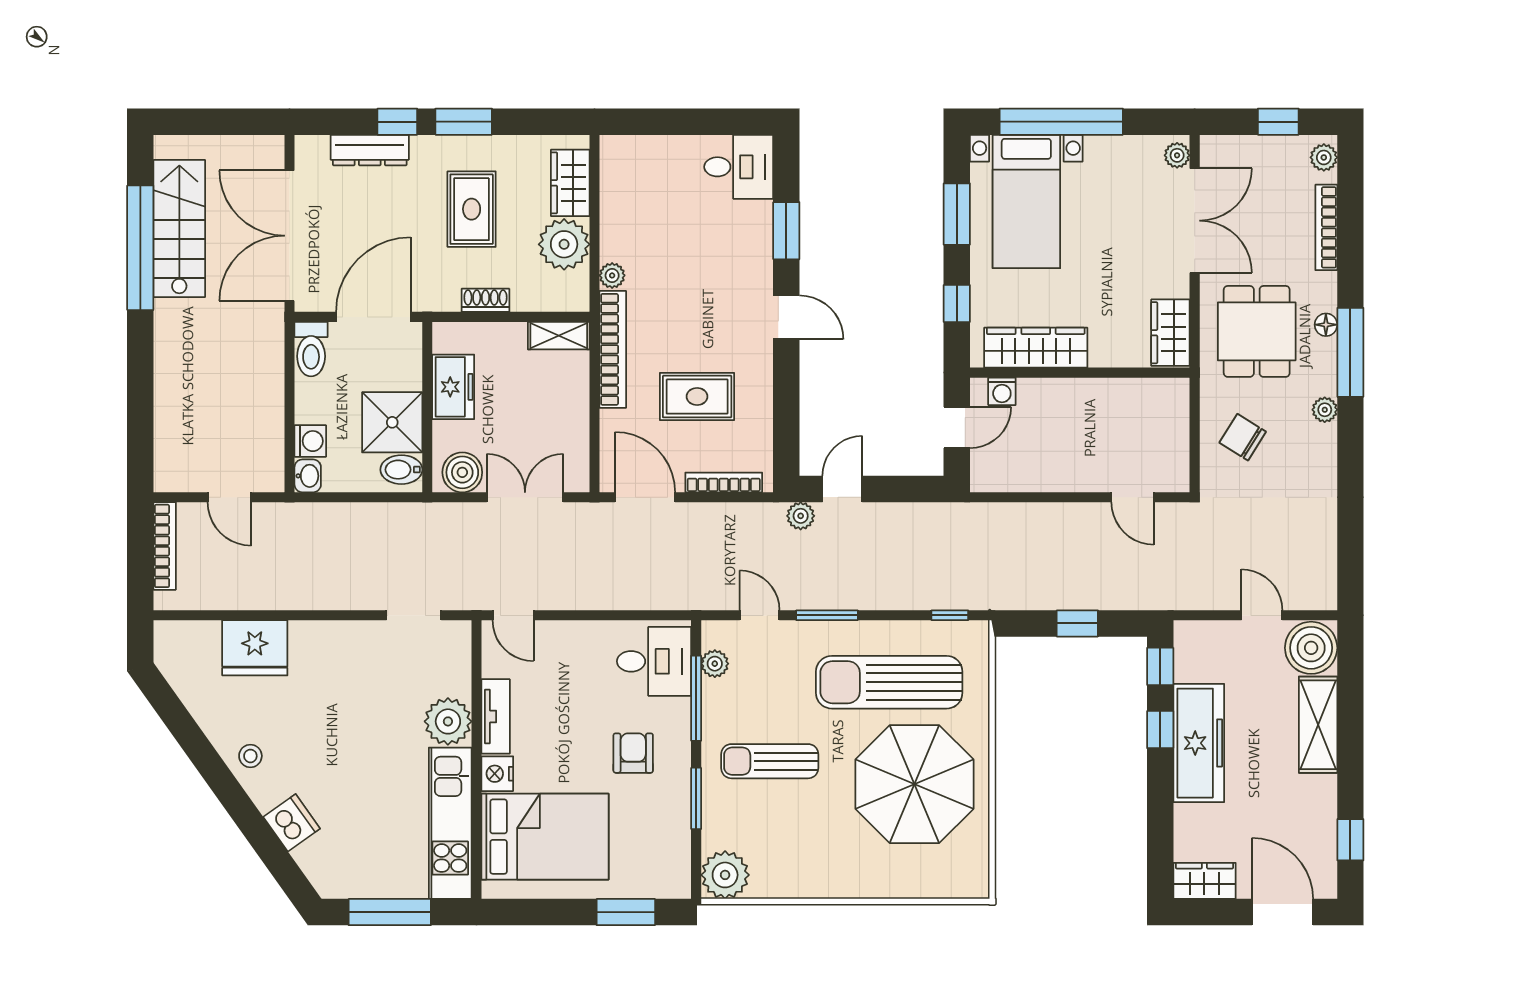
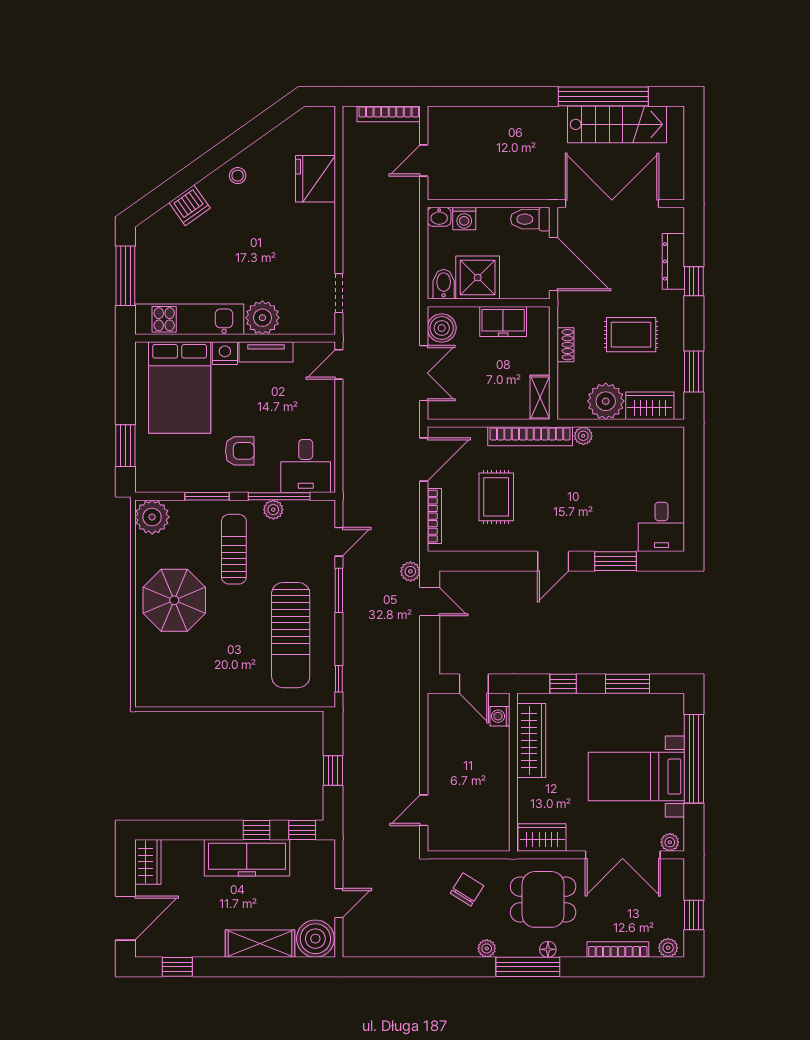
window: (464, 122) -> (694, 371), moved
bed with nightstands: (1026, 202) -> (636, 777), moved
plant: (715, 664) -> (273, 510), moved
sun lounger: (889, 682) -> (291, 635), turned 180
parasol: (914, 784) -> (174, 600), moved, width x0.73, depth x0.73

